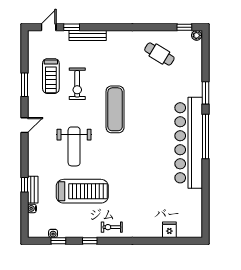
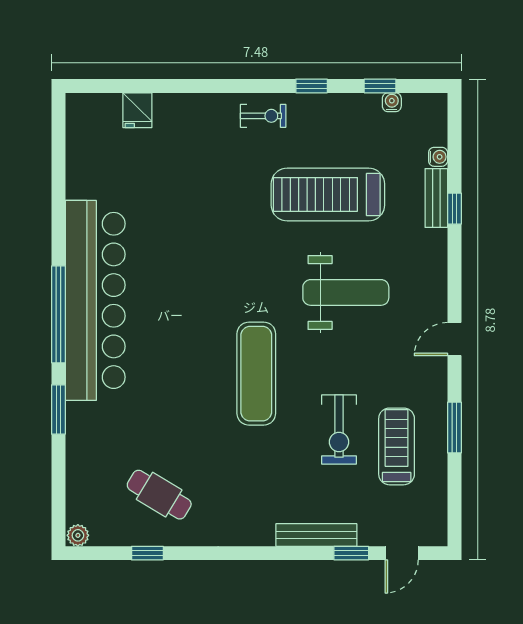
window: (184, 27) -> (147, 553), moved
exercise bike: (77, 84) -> (339, 430), turned 180
weight bench: (74, 146) -> (346, 292), turned 90

